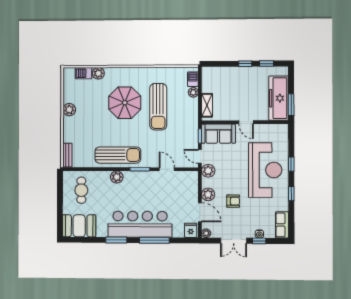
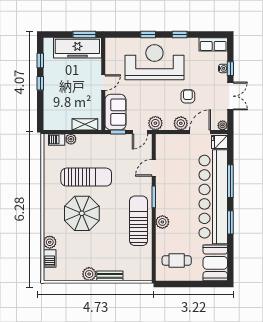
bench: (67, 155) -> (110, 276), moved
bar counter: (140, 224) -> (213, 197), width x1.36

